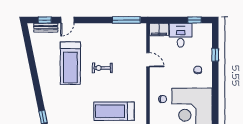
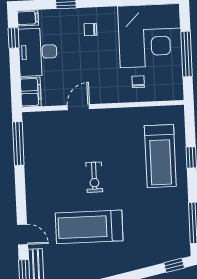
filing cabinet: (207, 30) -> (28, 18), added
desk: (181, 35) -> (38, 52), width x1.37
treadmill: (70, 63) -> (89, 227), turned 180

